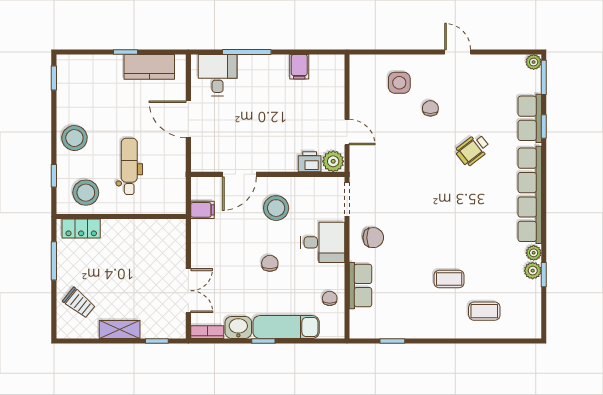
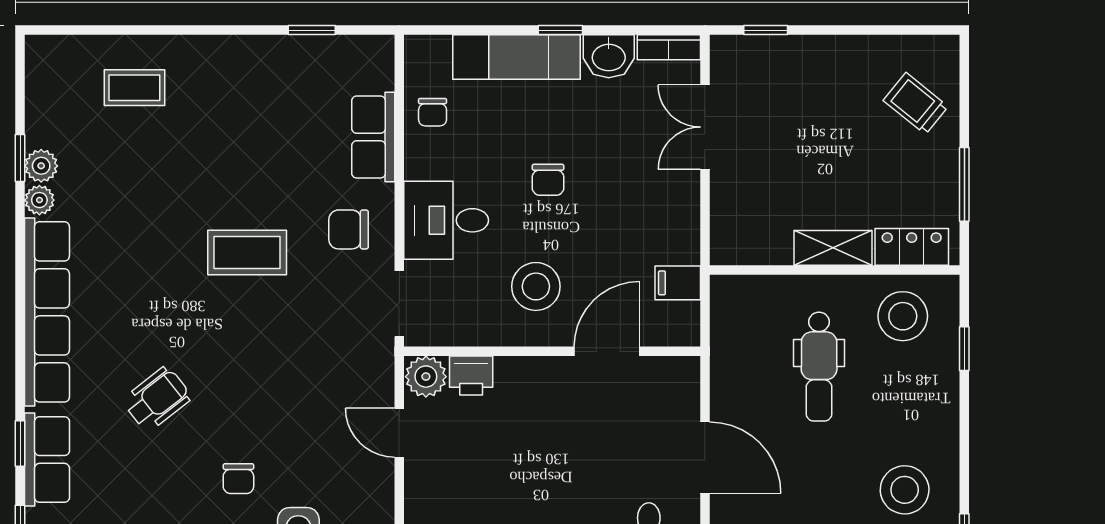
stool: (74, 138) -> (905, 490), moved
coffee table: (449, 279) -> (247, 253), moved, width x1.36, depth x1.30
shelving: (120, 329) -> (833, 248), moved

